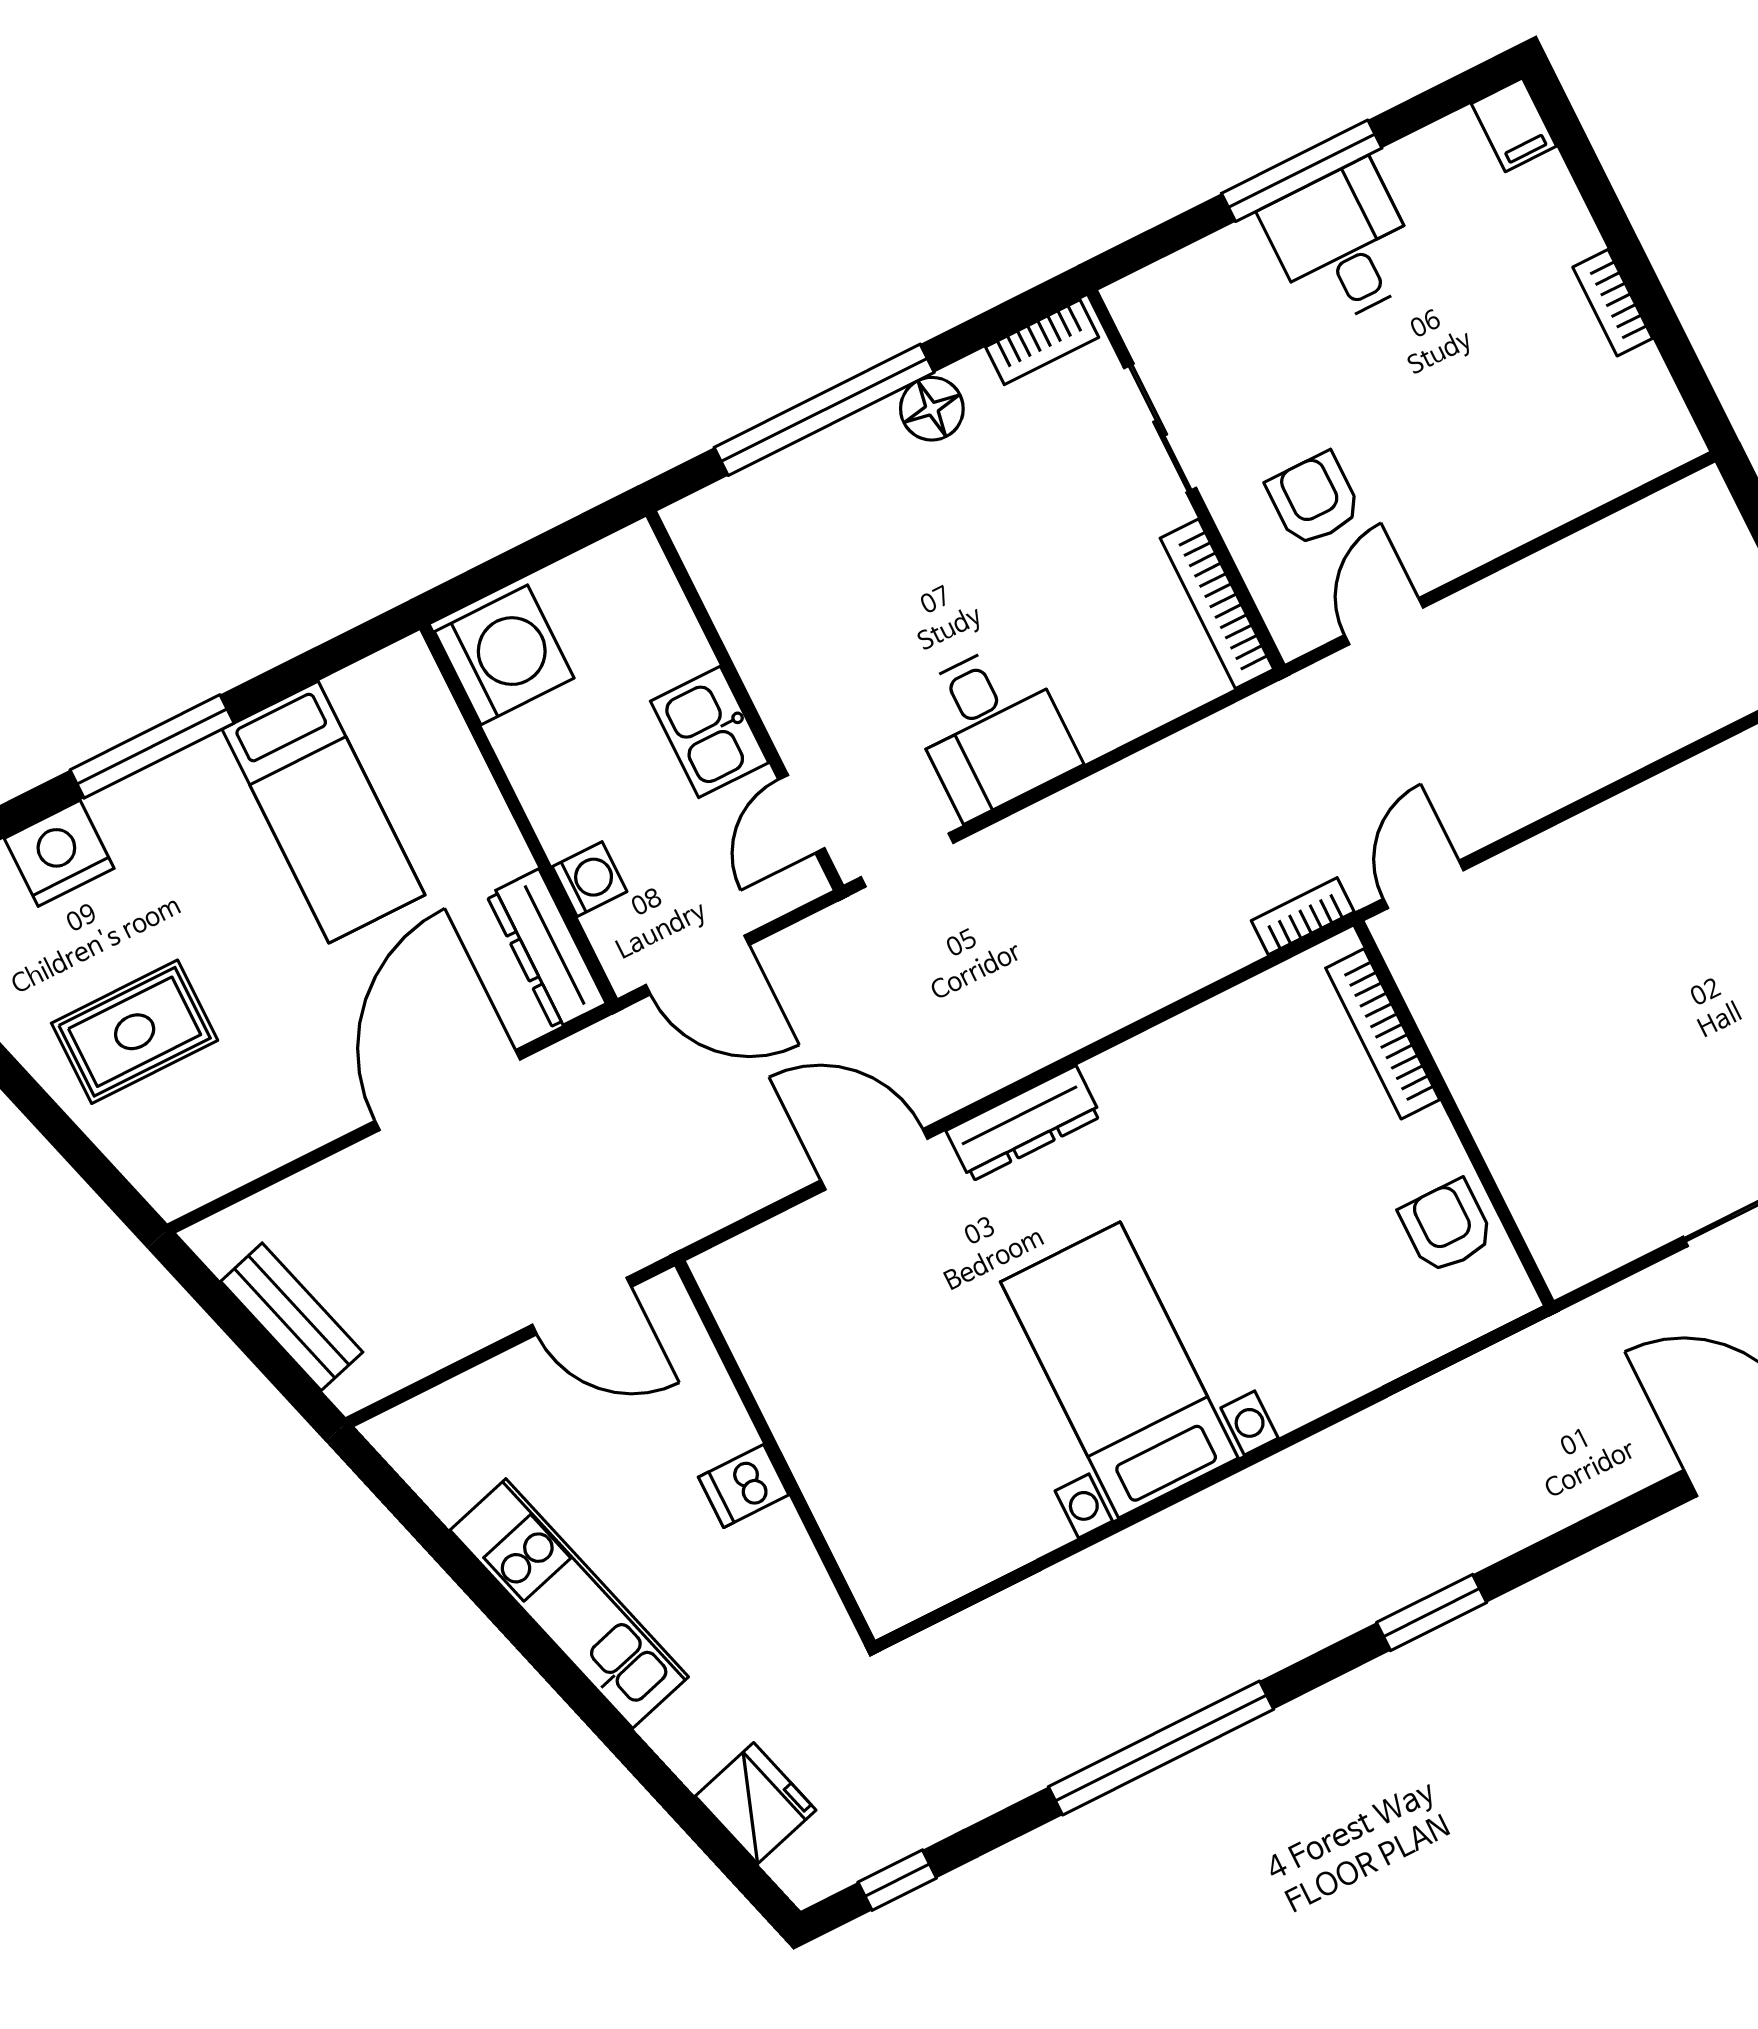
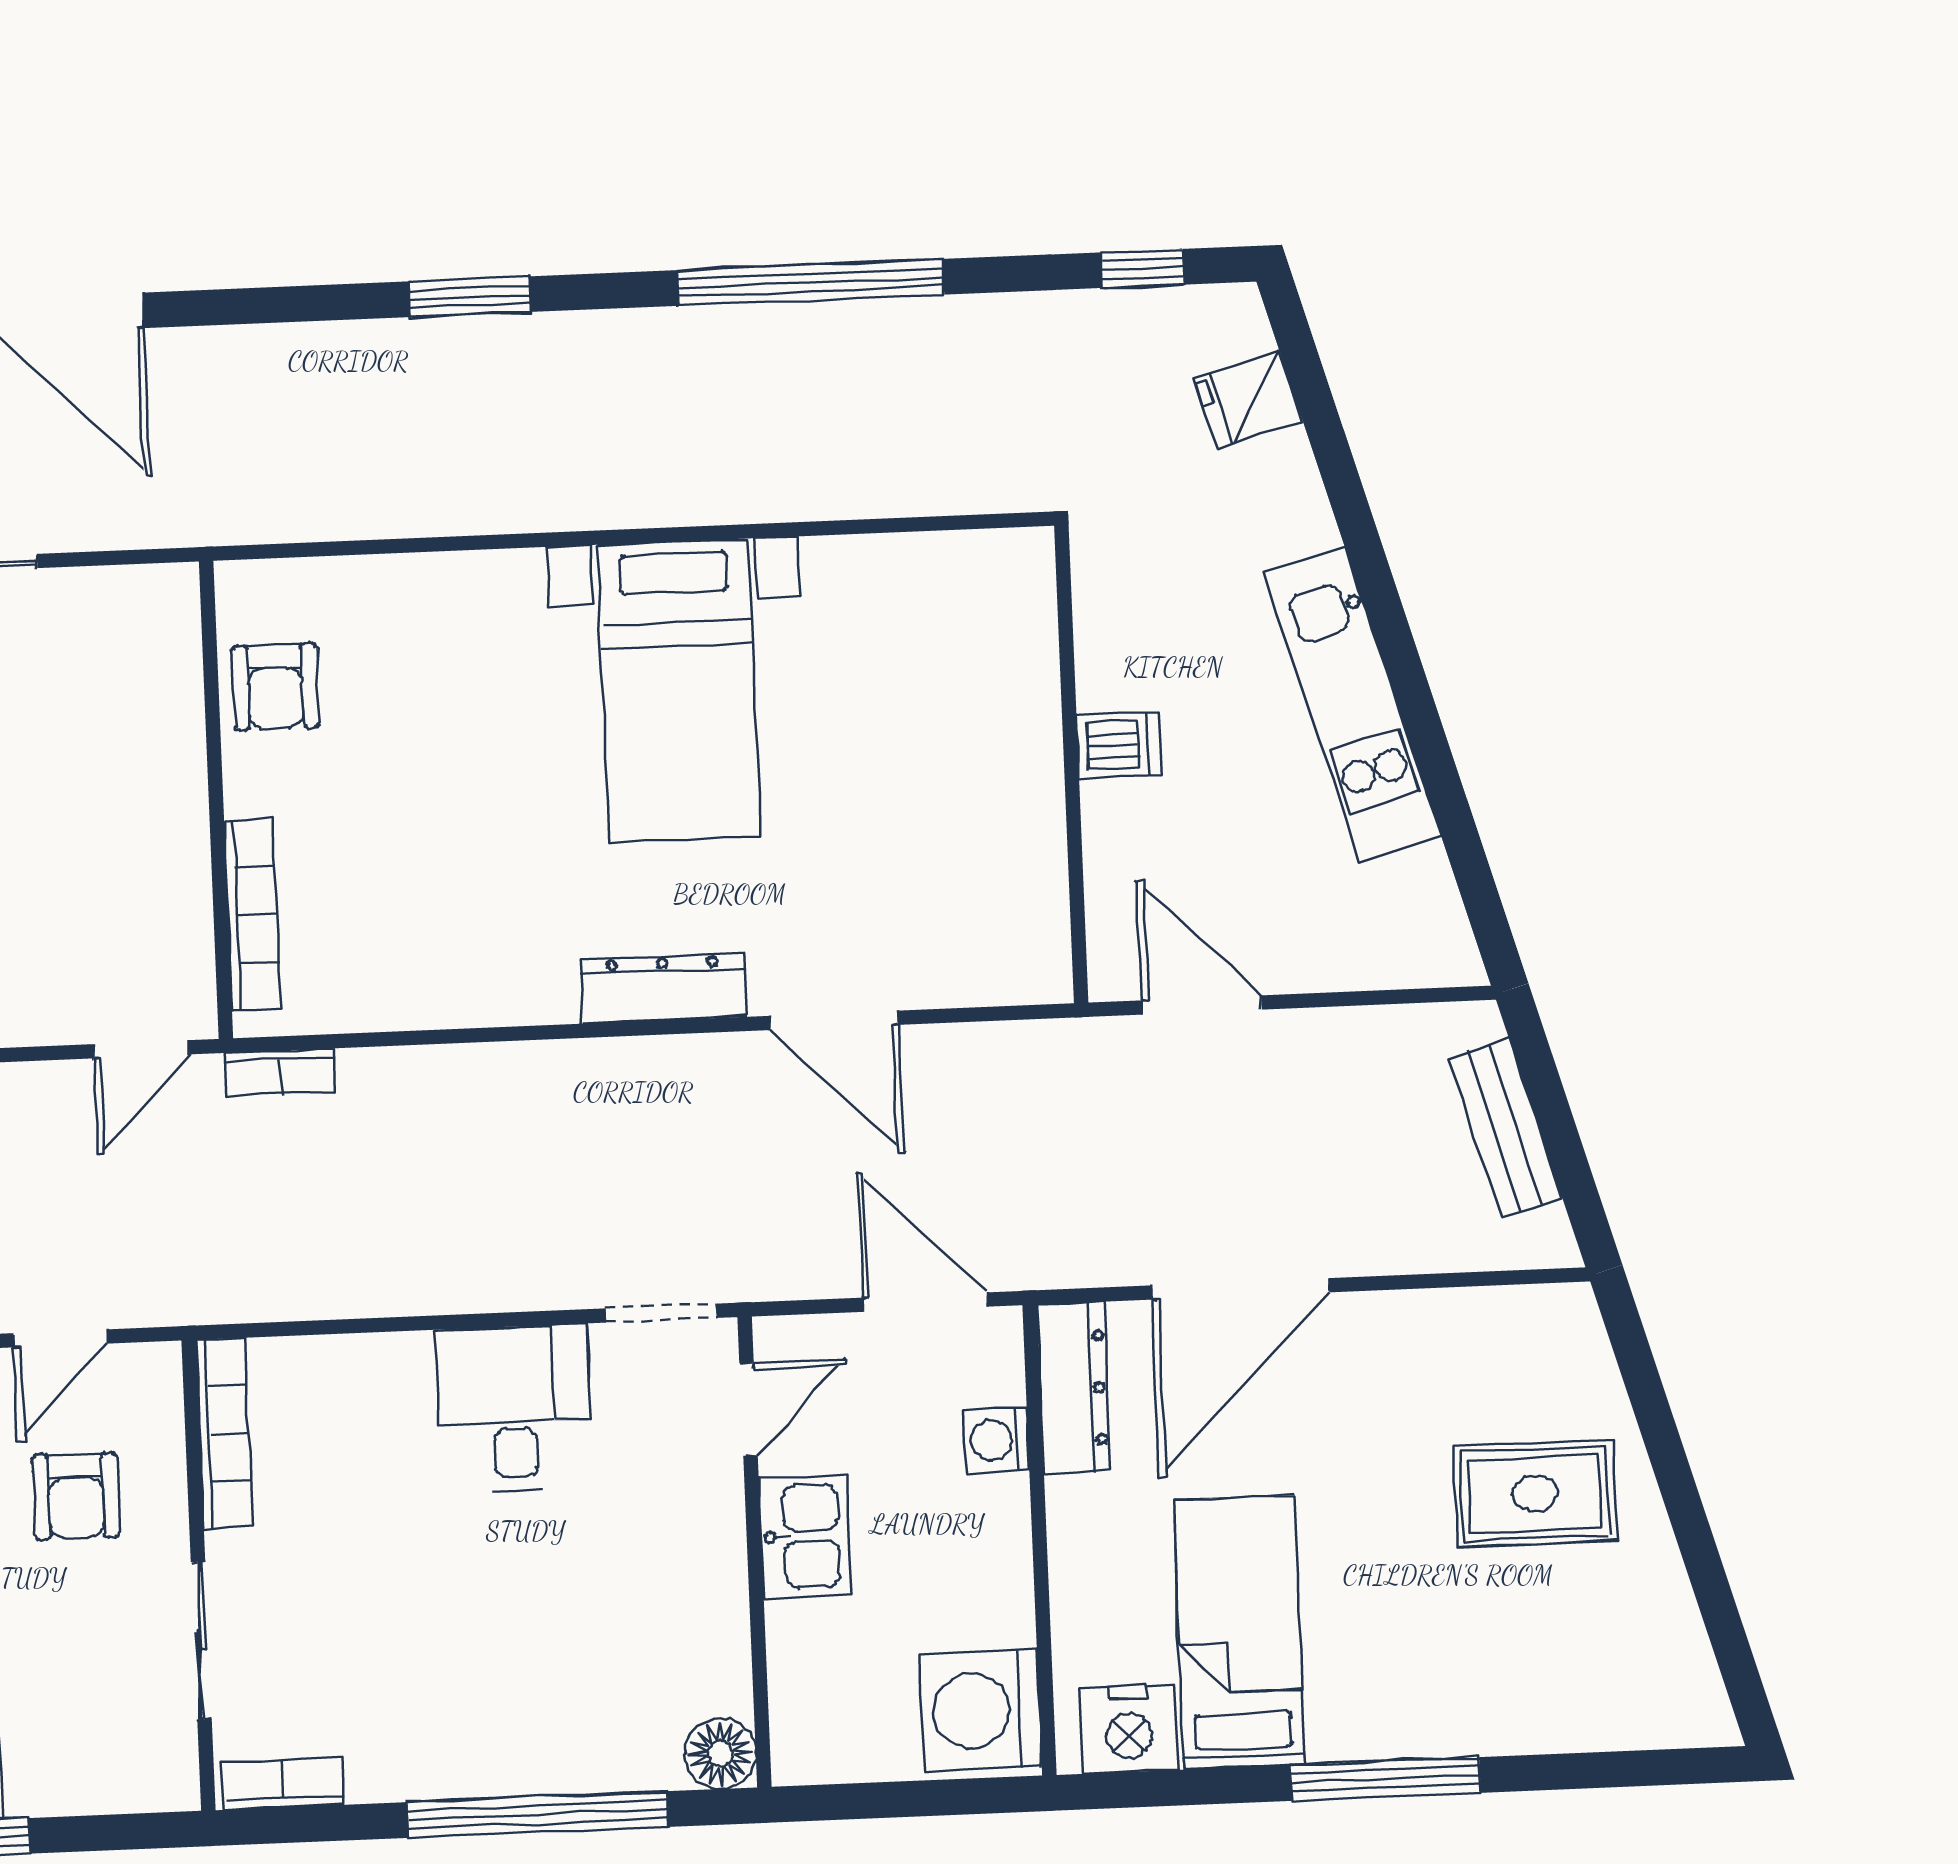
floor lamp: (932, 409) -> (720, 1754), moved
nightstand: (59, 853) -> (1129, 1729), moved
fridge: (756, 1803) -> (1248, 399), width x0.72

